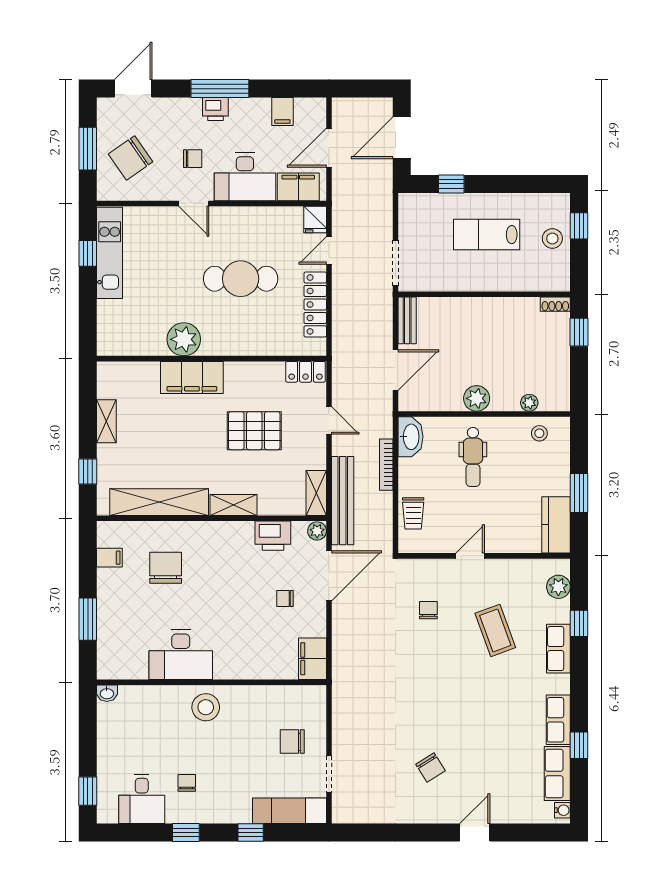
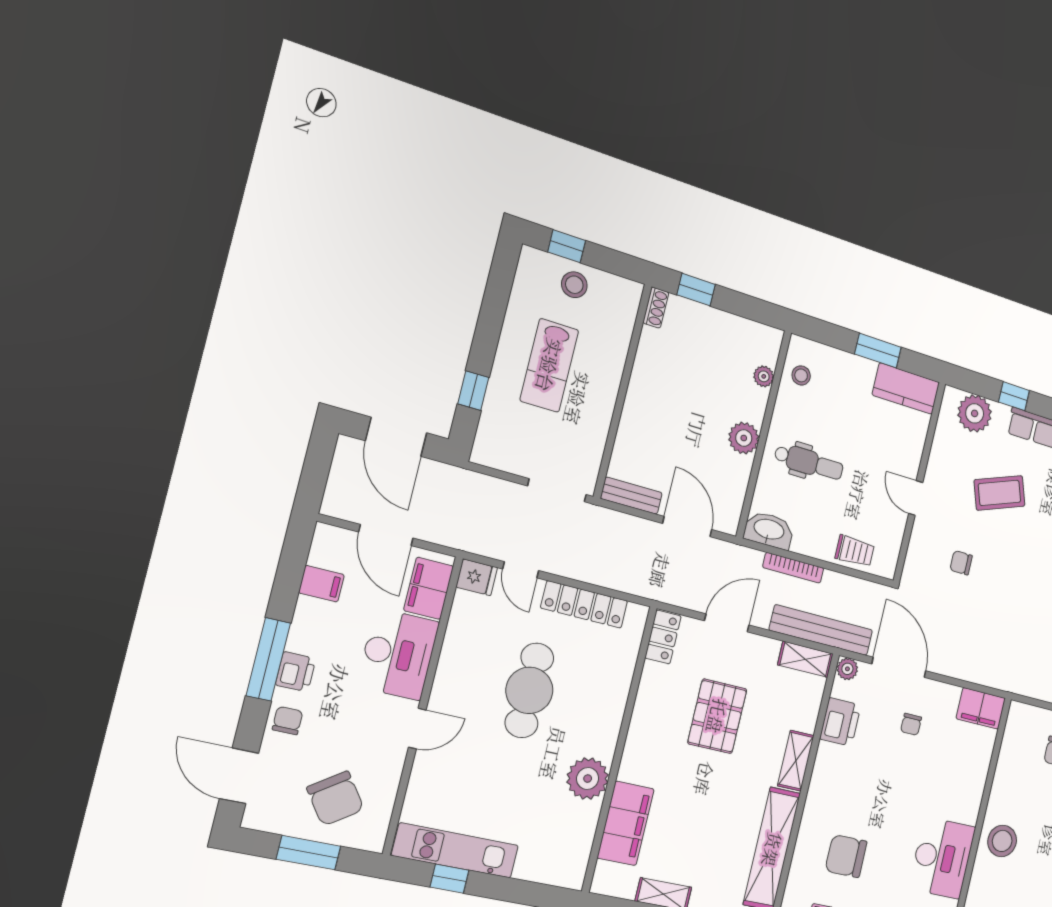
chair: (193, 159) -> (288, 721), moved
filing cabinet: (192, 377) -> (626, 823), moved
door: (329, 420) -> (727, 623), width x1.38
plant: (558, 587) -> (975, 413), width x1.36, depth x1.36

